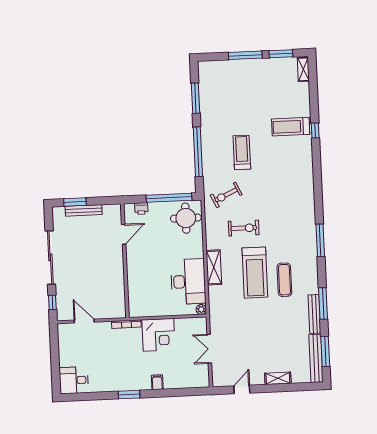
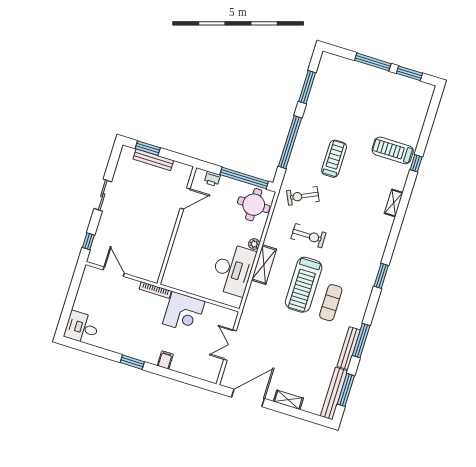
shelving: (303, 69) -> (394, 203), moved
window: (320, 240) -> (381, 276), width x0.69
sliding door: (50, 257) -> (103, 195), width x0.54
plant: (201, 309) -> (254, 244), moved
door: (242, 389) -> (248, 398), width x1.88

